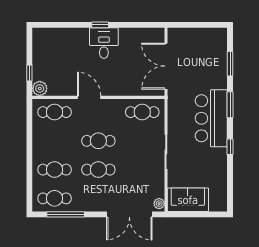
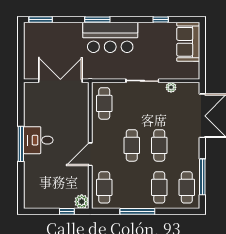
window: (100, 25) -> (21, 144), width x2.17
window: (230, 64) -> (41, 19), moved
double door: (166, 66) -> (60, 81), swing flipped
window: (29, 147) -> (137, 211), added
window: (230, 147) -> (161, 19), moved
sofa: (188, 200) -> (188, 42), moved
plant: (159, 204) -> (171, 87), moved

